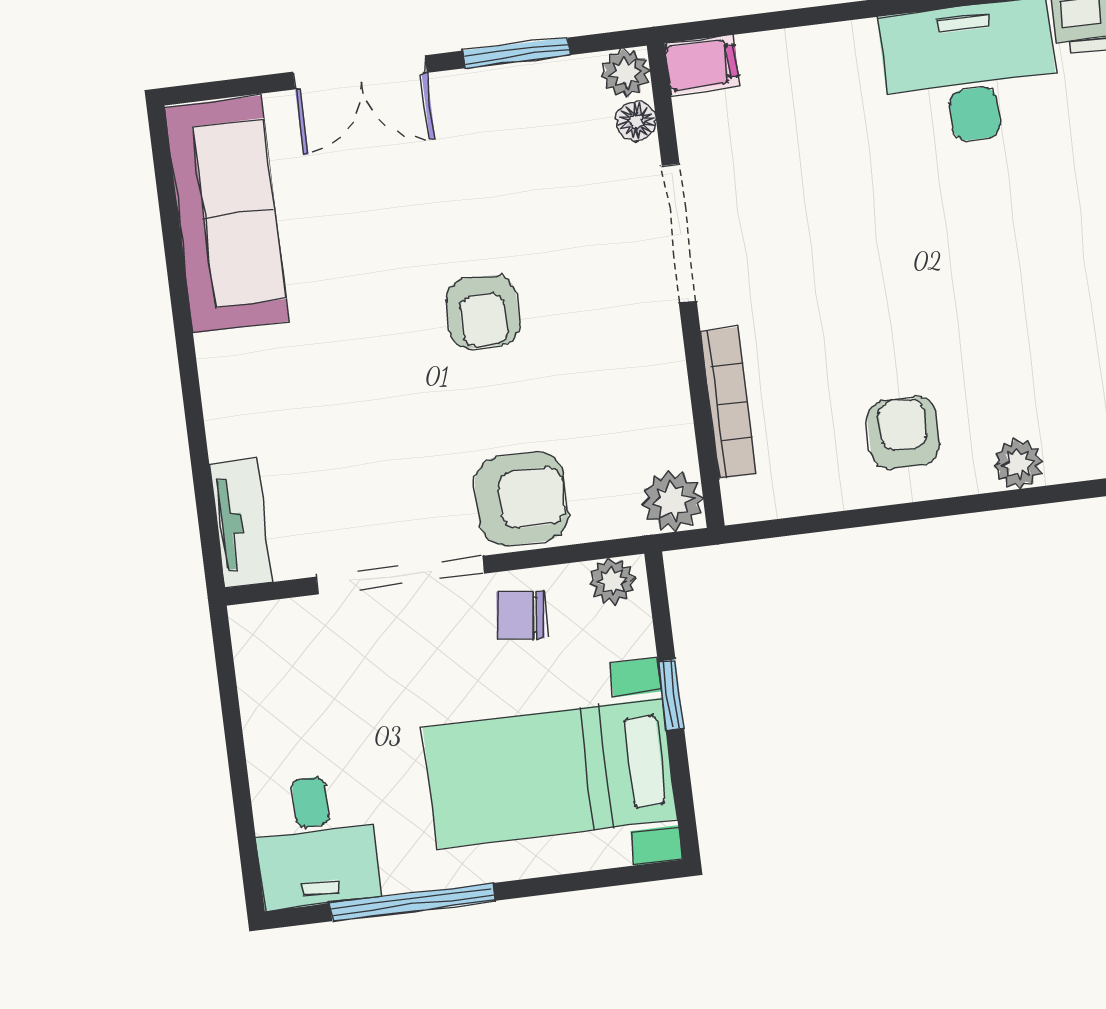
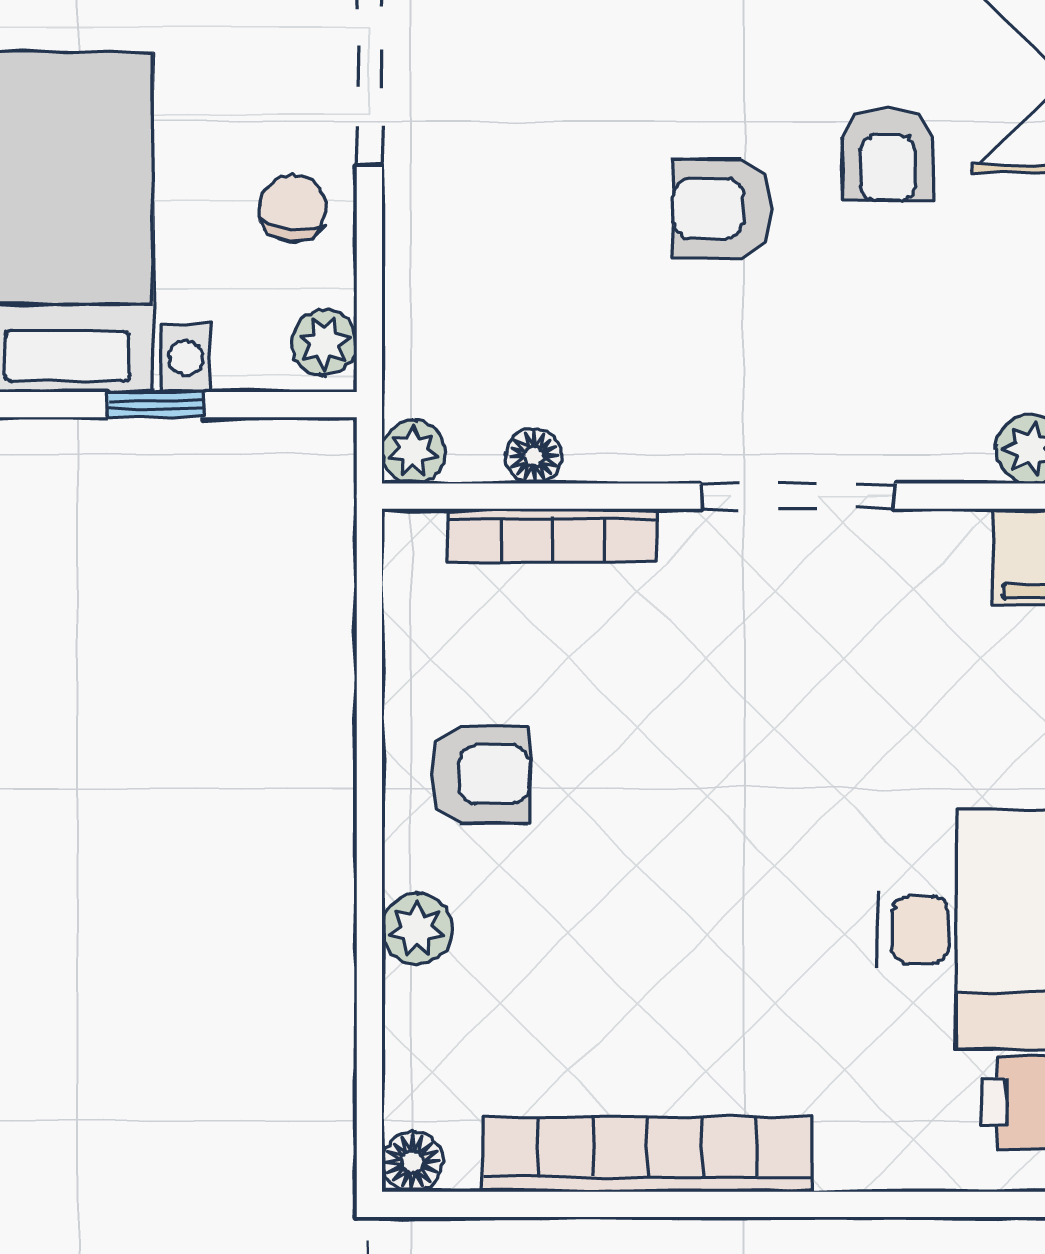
floor lamp: (636, 121) -> (534, 456), moved
armchair: (522, 499) -> (888, 155), moved, width x0.72, depth x0.72
plant: (672, 501) -> (414, 452), width x0.73, depth x0.73

